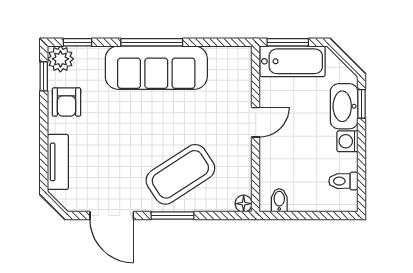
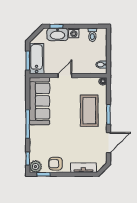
sofa: (156, 68) -> (39, 101), moved
armchair: (67, 102) -> (56, 164), turned 180
door: (256, 122) -> (65, 76), hinge flipped
coffee table: (180, 174) -> (89, 111), turned 33

